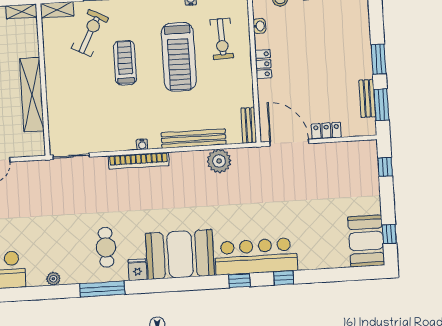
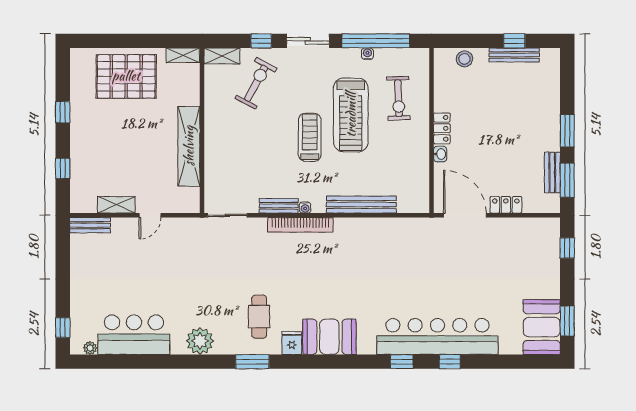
washbasin: (259, 26) -> (440, 154), moved
treadmill: (125, 63) -> (310, 137), moved
bench: (249, 125) -> (279, 206), moved, turned 90
plant: (219, 161) -> (388, 231), removed
window: (389, 234) -> (567, 321), width x1.50
booth: (180, 254) -> (329, 337), width x0.73, depth x0.70
bar counter: (256, 256) -> (437, 336), width x1.36
plant: (53, 279) -> (200, 341), width x1.88, depth x1.88
window: (102, 289) -> (252, 362), width x0.69

